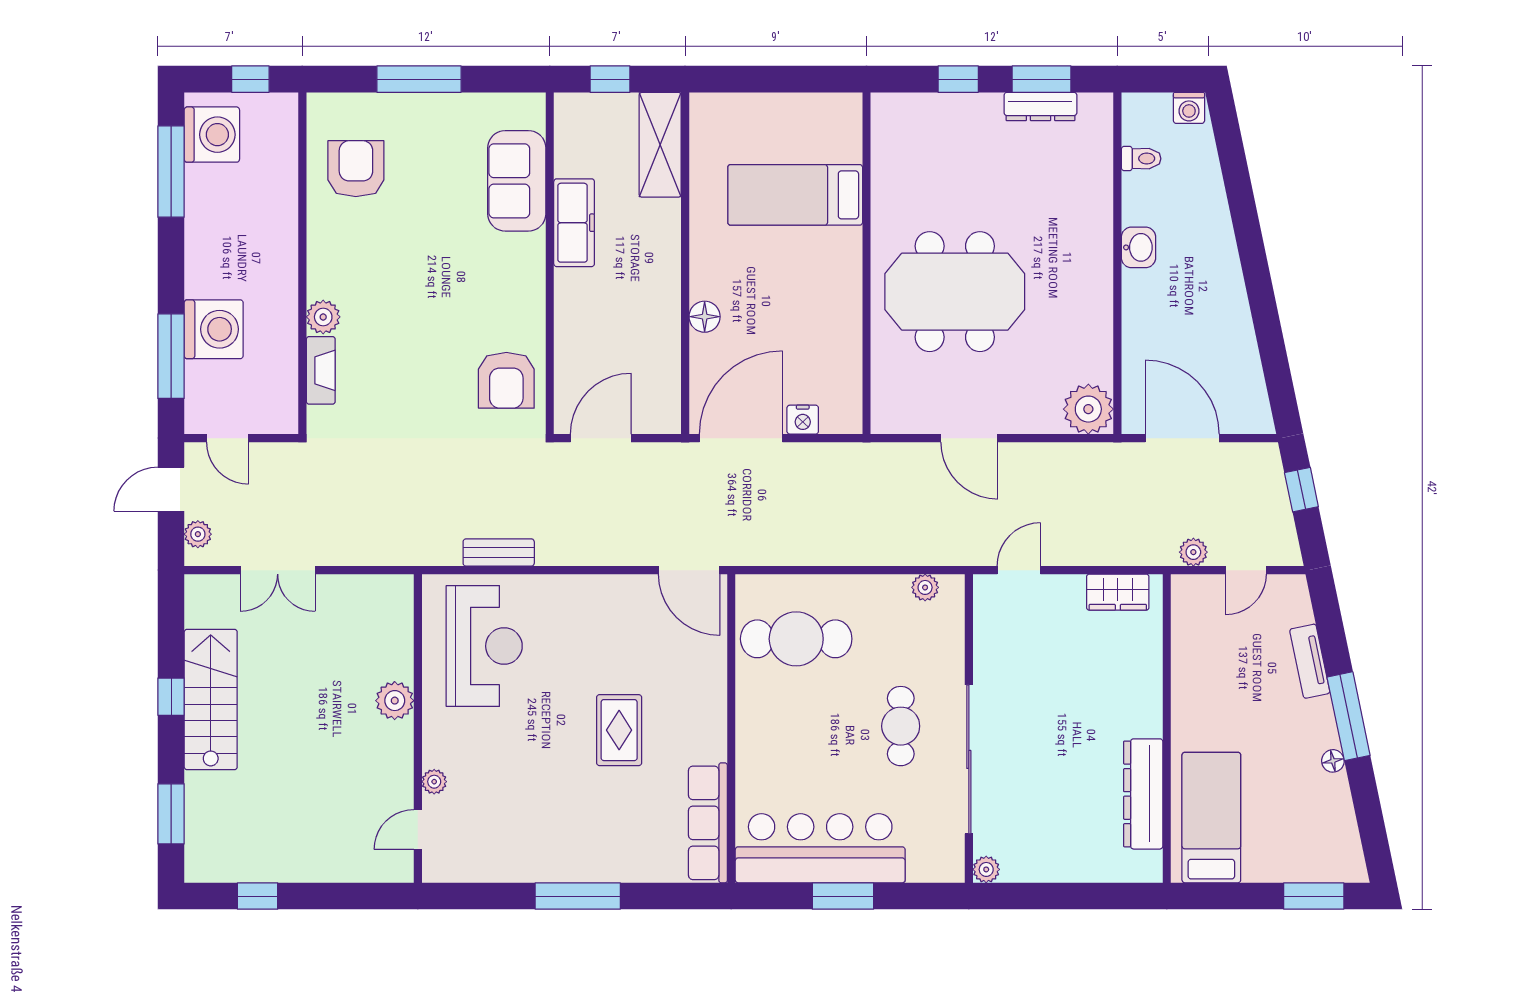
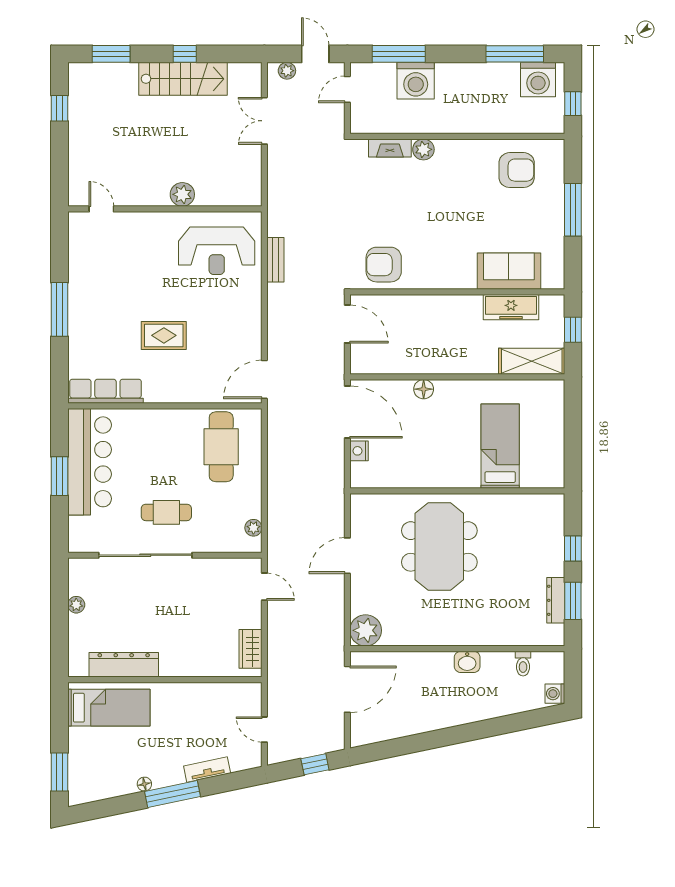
freezer: (574, 223) -> (511, 307), moved
plant: (1193, 552) -> (276, 696), removed
plant: (434, 782) -> (131, 219), removed
plant: (986, 869) -> (76, 605), moved

